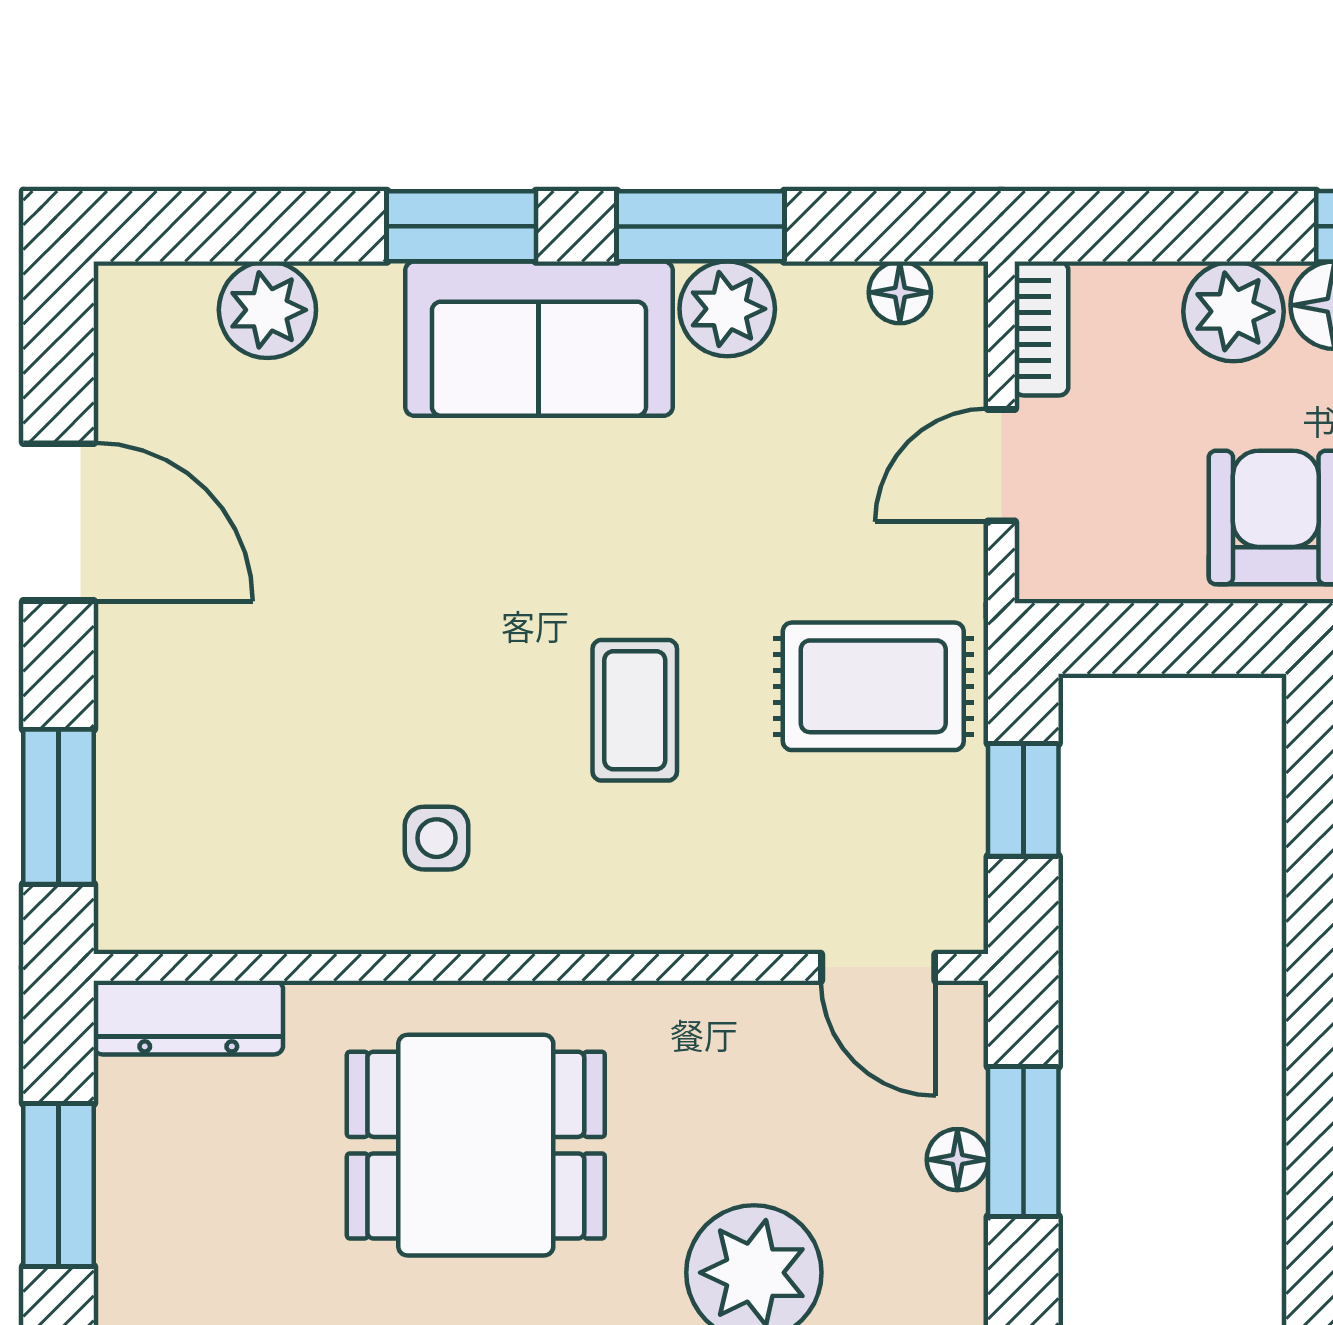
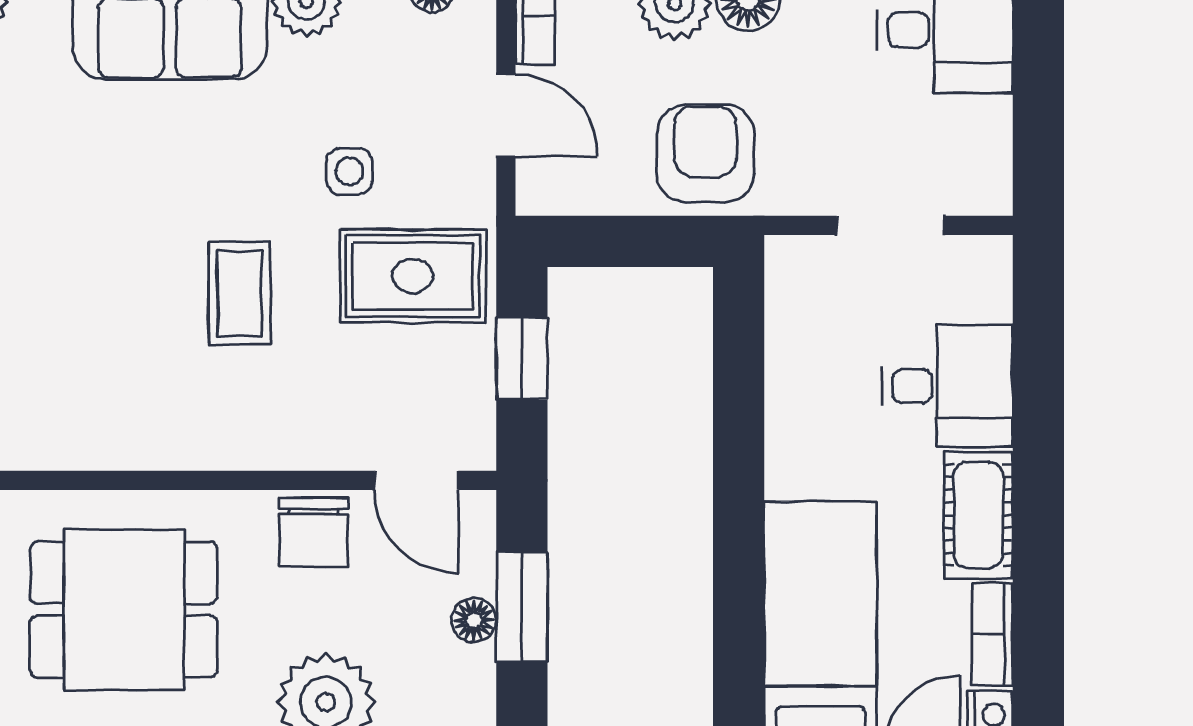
door: (1001, 465) -> (506, 115), swing flipped
side table: (436, 838) -> (349, 171), moved
chair: (737, 1038) -> (313, 532), added

